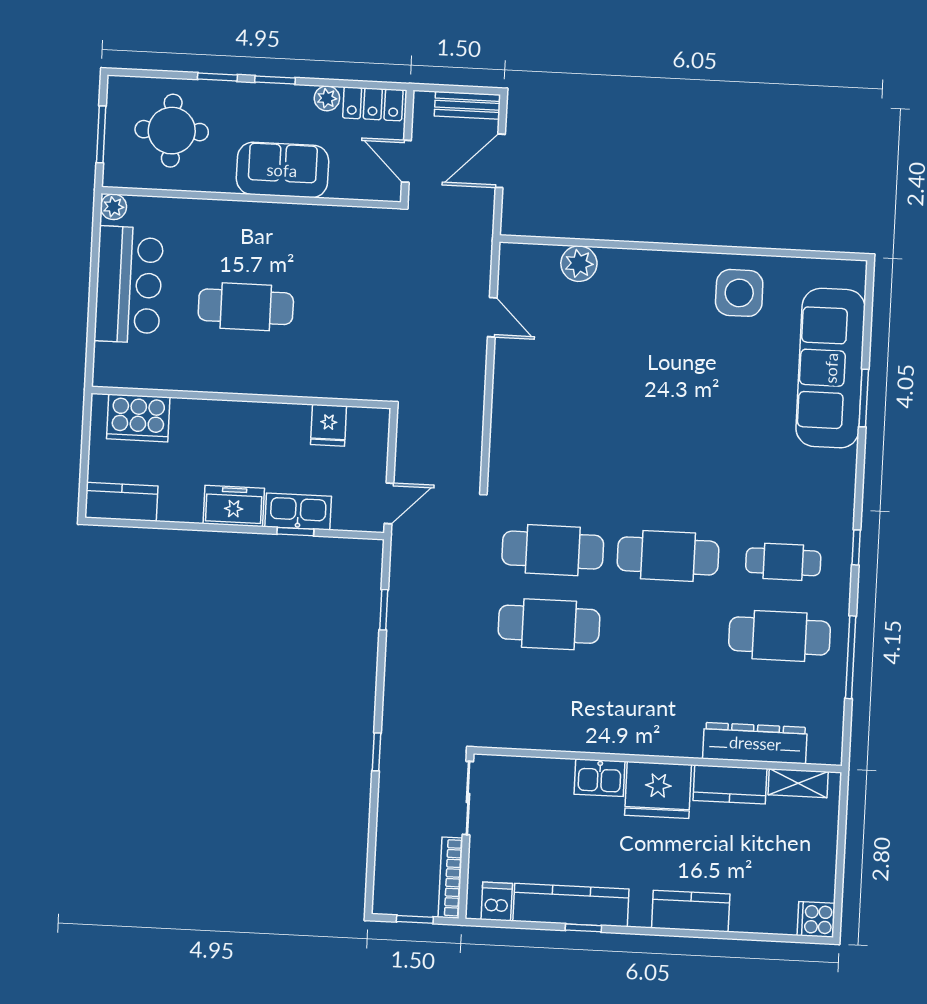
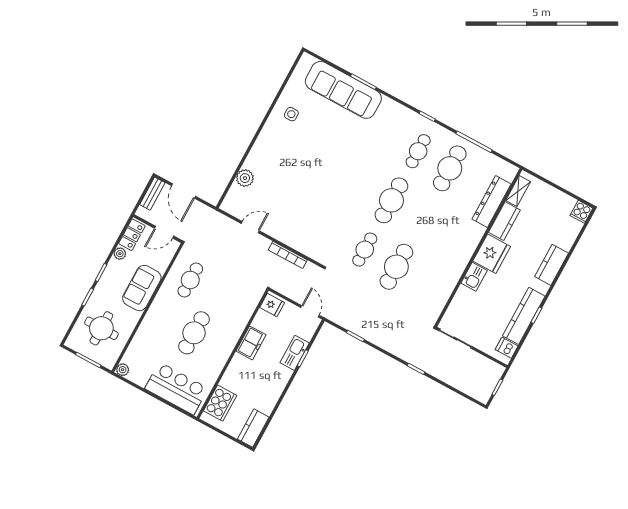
cafe table: (341, 253) -> (190, 280), added
bar counter: (129, 285) -> (176, 388), moved
side table: (739, 293) -> (291, 114), width x0.54, depth x0.54
fridge: (329, 425) -> (272, 305), moved
freezer: (234, 506) -> (251, 343), moved, turned 180
cafe table: (553, 550) -> (365, 250), width x0.73, depth x0.74
bookcase: (450, 878) -> (288, 255), moved

